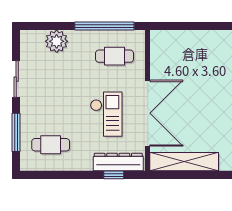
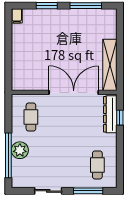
window: (104, 26) -> (8, 155), moved
plant: (57, 41) -> (20, 150), moved
checkout: (106, 114) -> (74, 123), removed

